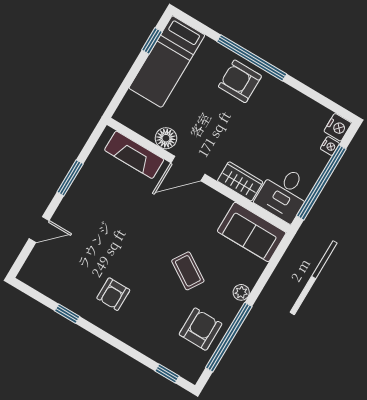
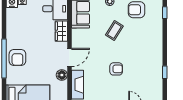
door: (188, 169) -> (69, 57), hinge flipped
armchair: (113, 294) -> (116, 69), moved

